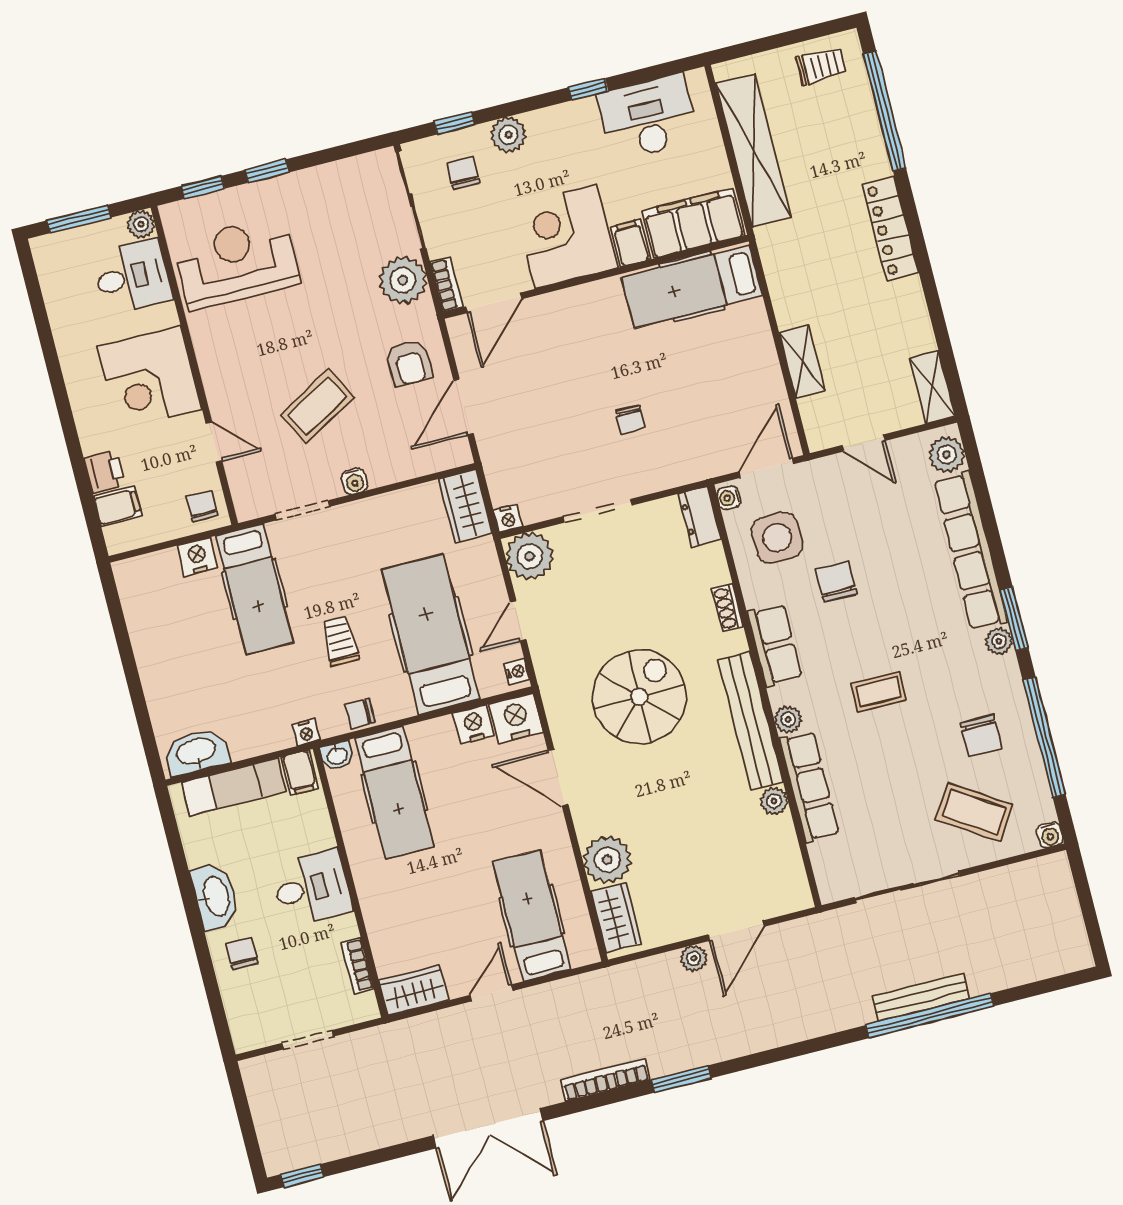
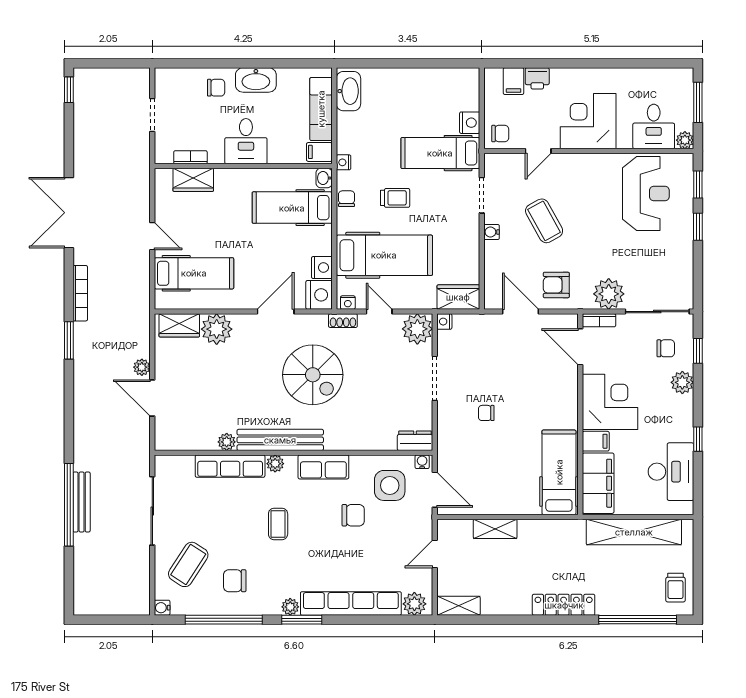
shoe rack: (728, 608) -> (343, 321), moved, turned 180
wardrobe: (414, 990) -> (193, 180), moved, turned 90

